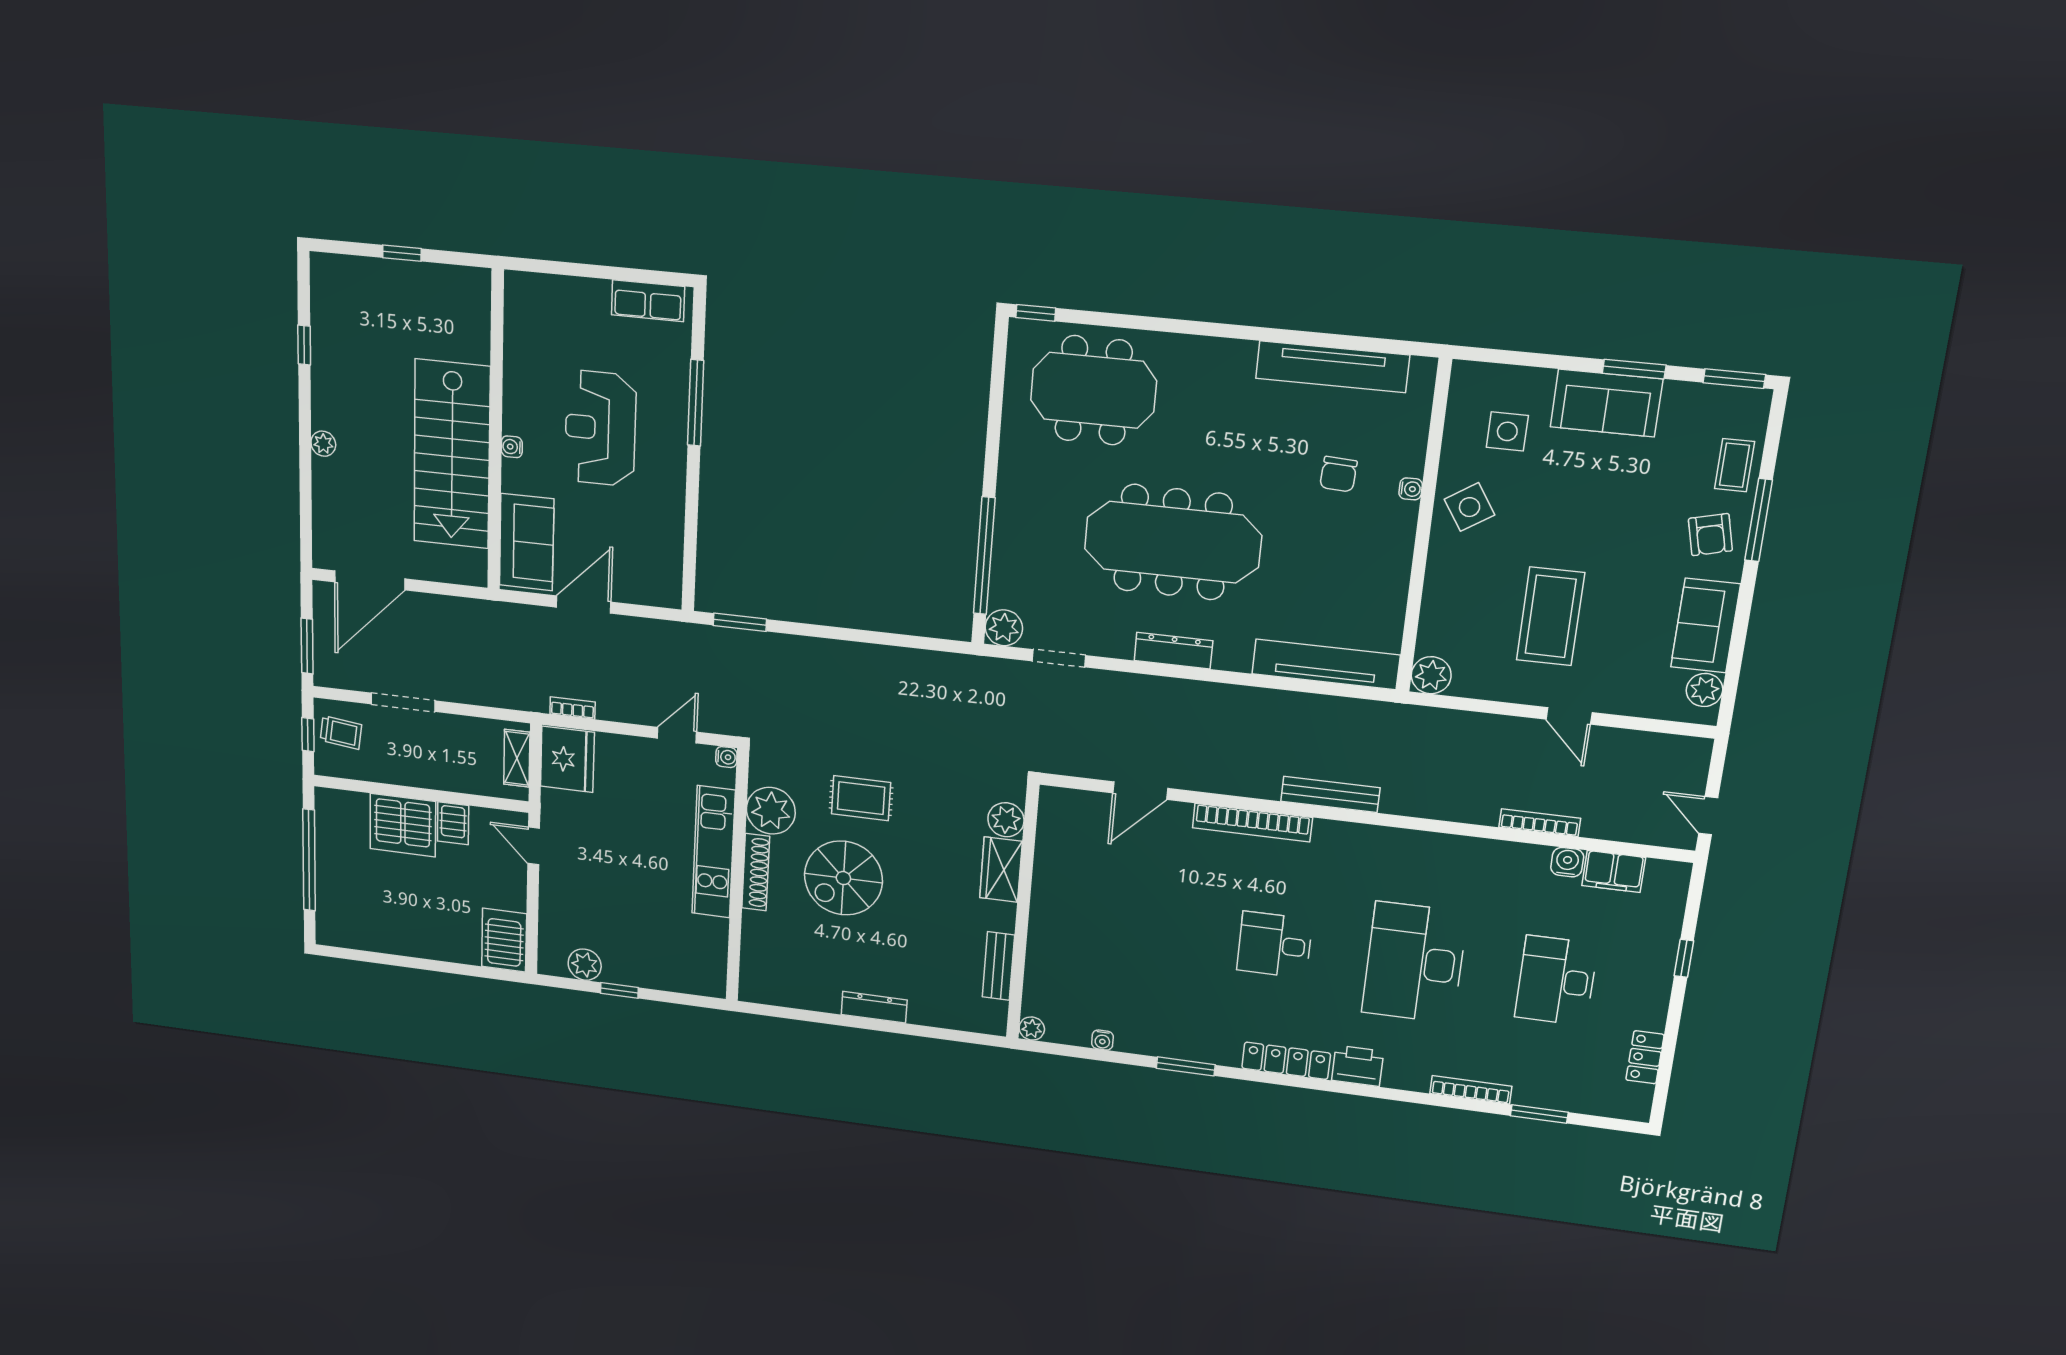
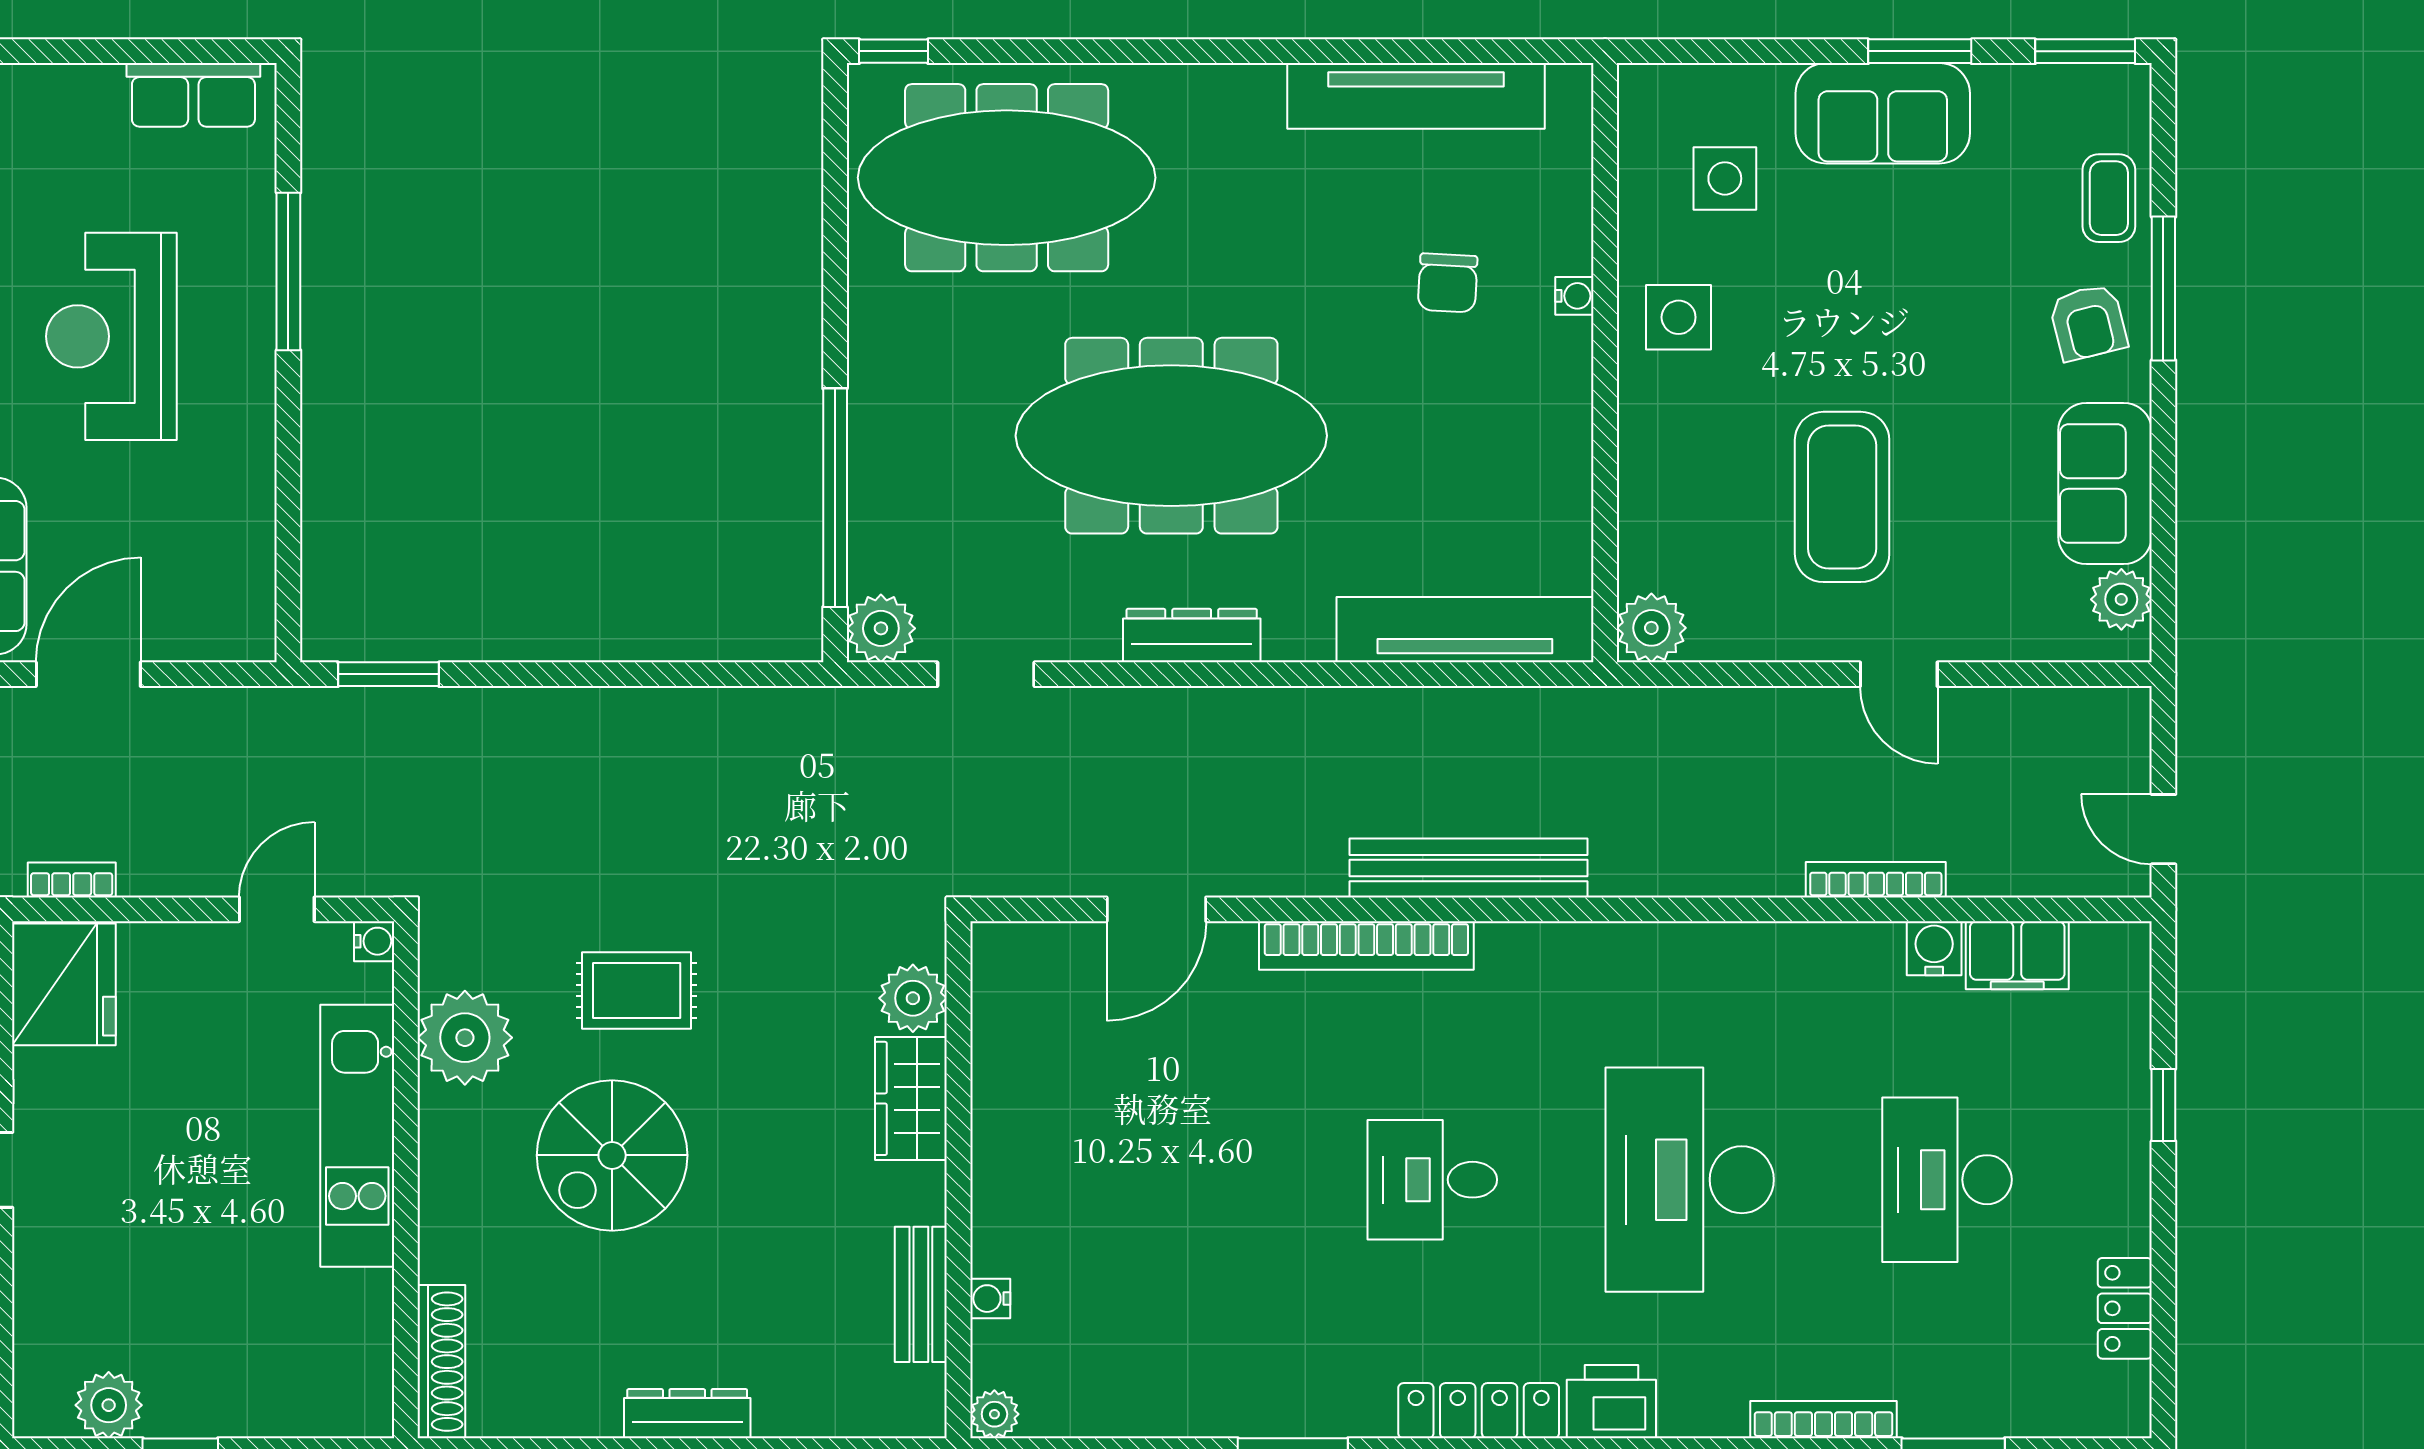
meeting table: (1093, 390) -> (1007, 178), width x1.36
side table: (1470, 507) -> (1679, 317), turned 33
bench: (1330, 794) -> (1469, 868), width x1.37, depth x1.21
shoe rack: (756, 872) -> (441, 1362), moved
water cooler: (1102, 1040) -> (990, 1299), moved, turned 90

